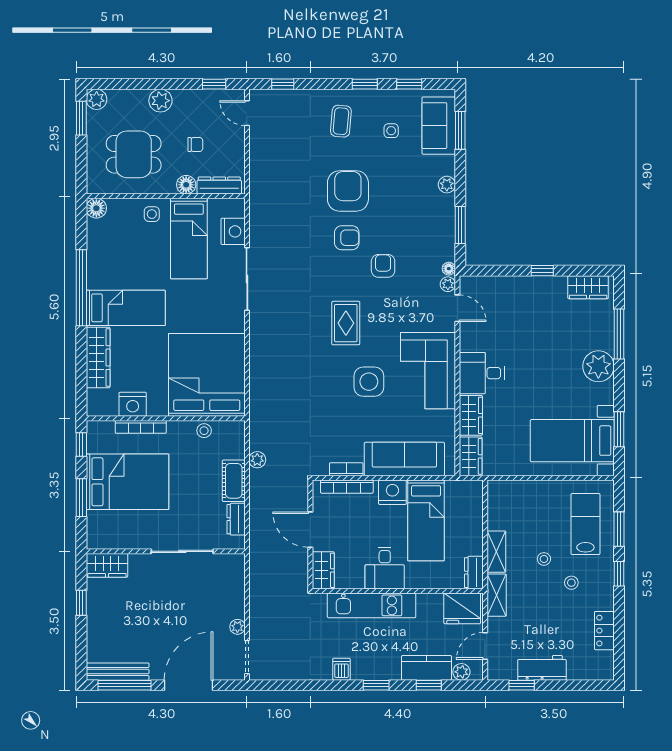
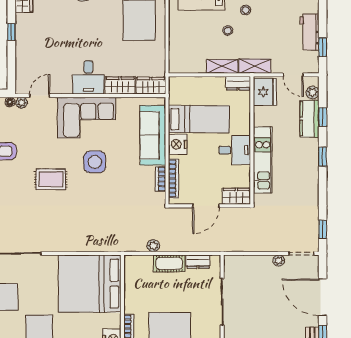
stool: (204, 431) -> (131, 286), removed
dishwasher: (341, 669) -> (311, 183), removed
window: (279, 685) -> (323, 229), added

